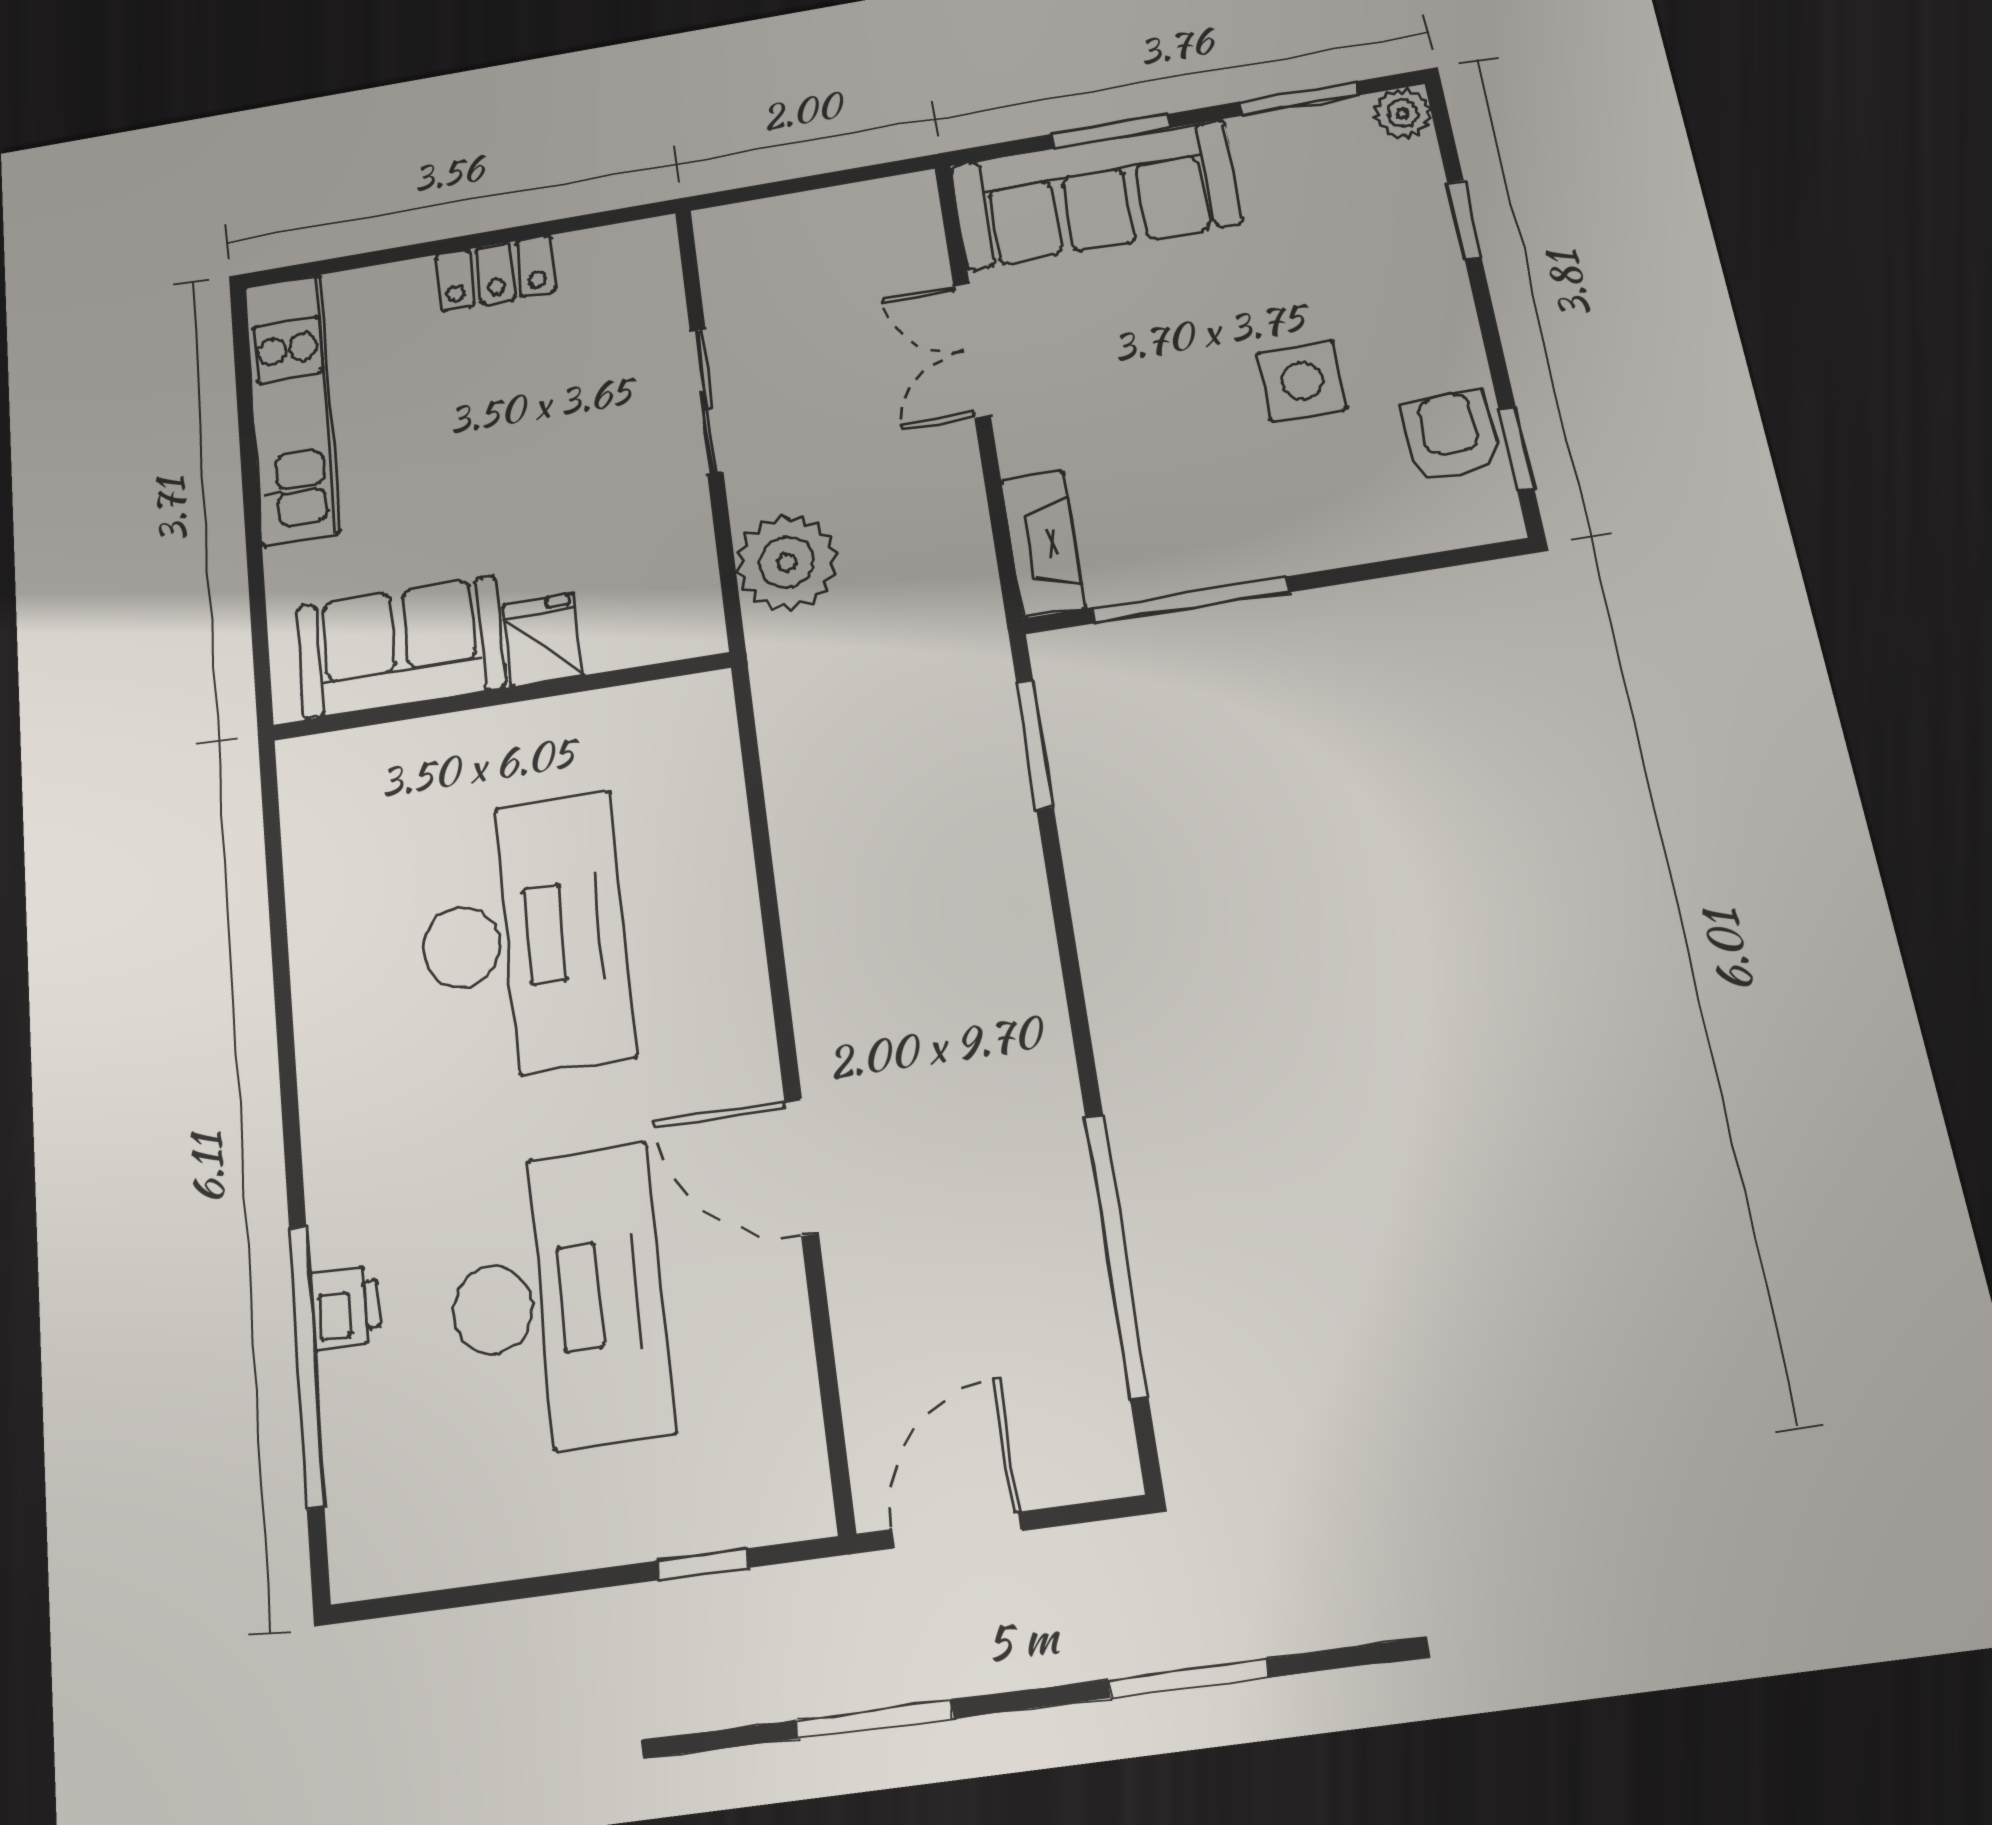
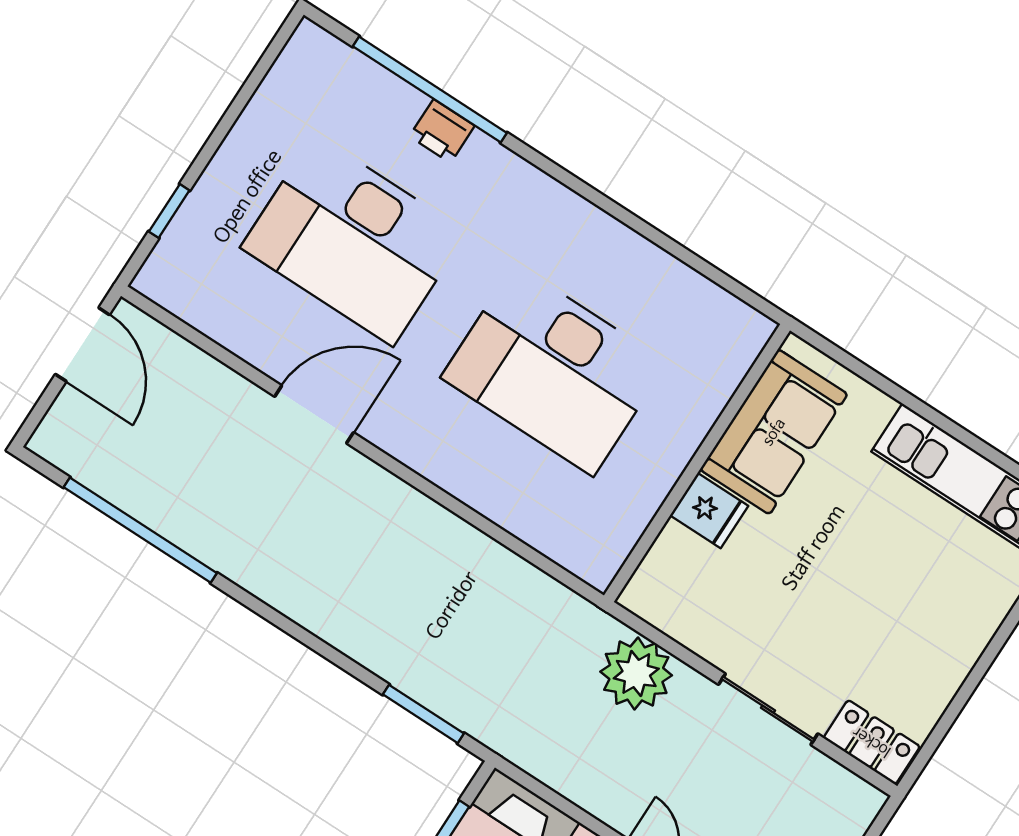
locker: (495, 273) -> (872, 742), moved, turned 90

